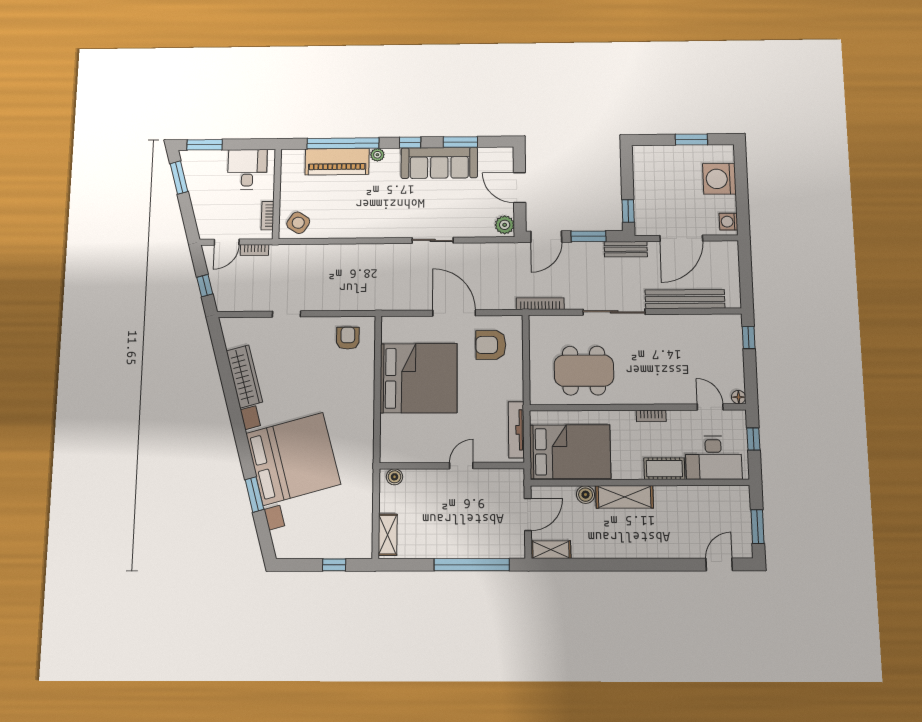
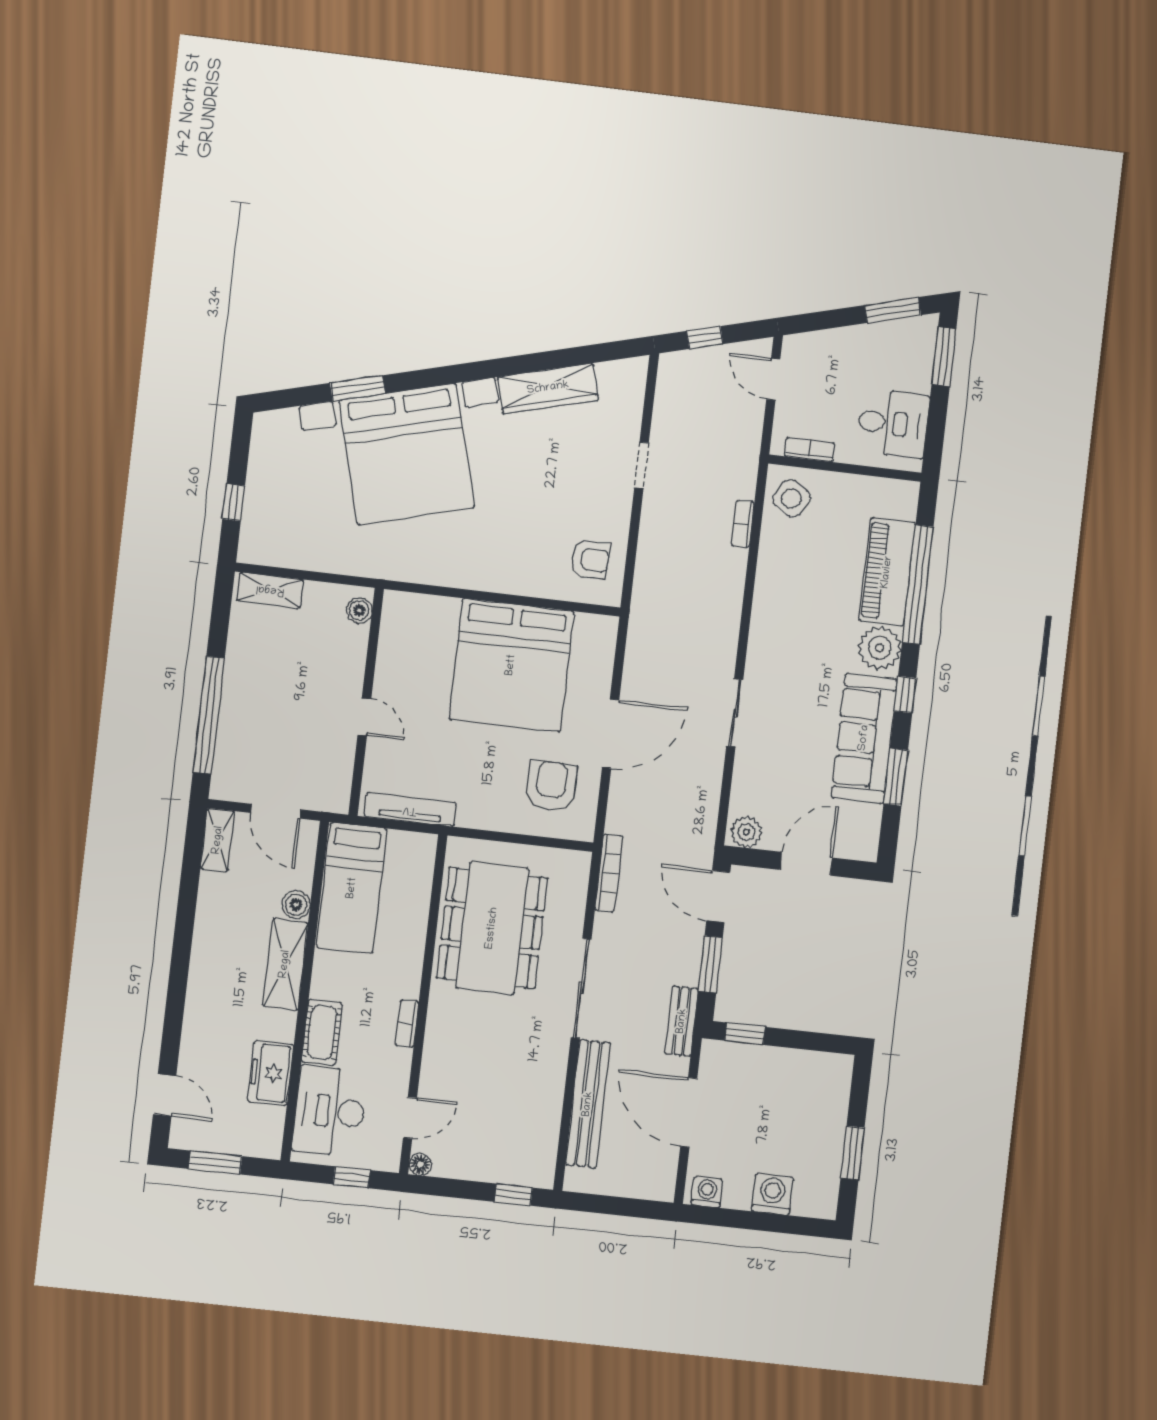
plant: (377, 155) -> (880, 648), width x1.88, depth x1.88
washing machine: (719, 179) -> (772, 1194), width x0.73, depth x0.73
bookcase: (255, 250) -> (743, 524), moved
dining table: (584, 371) -> (492, 928), width x1.36, depth x1.24
bed: (570, 452) -> (352, 888), width x0.67
freezer: (695, 498) -> (271, 1073), added

